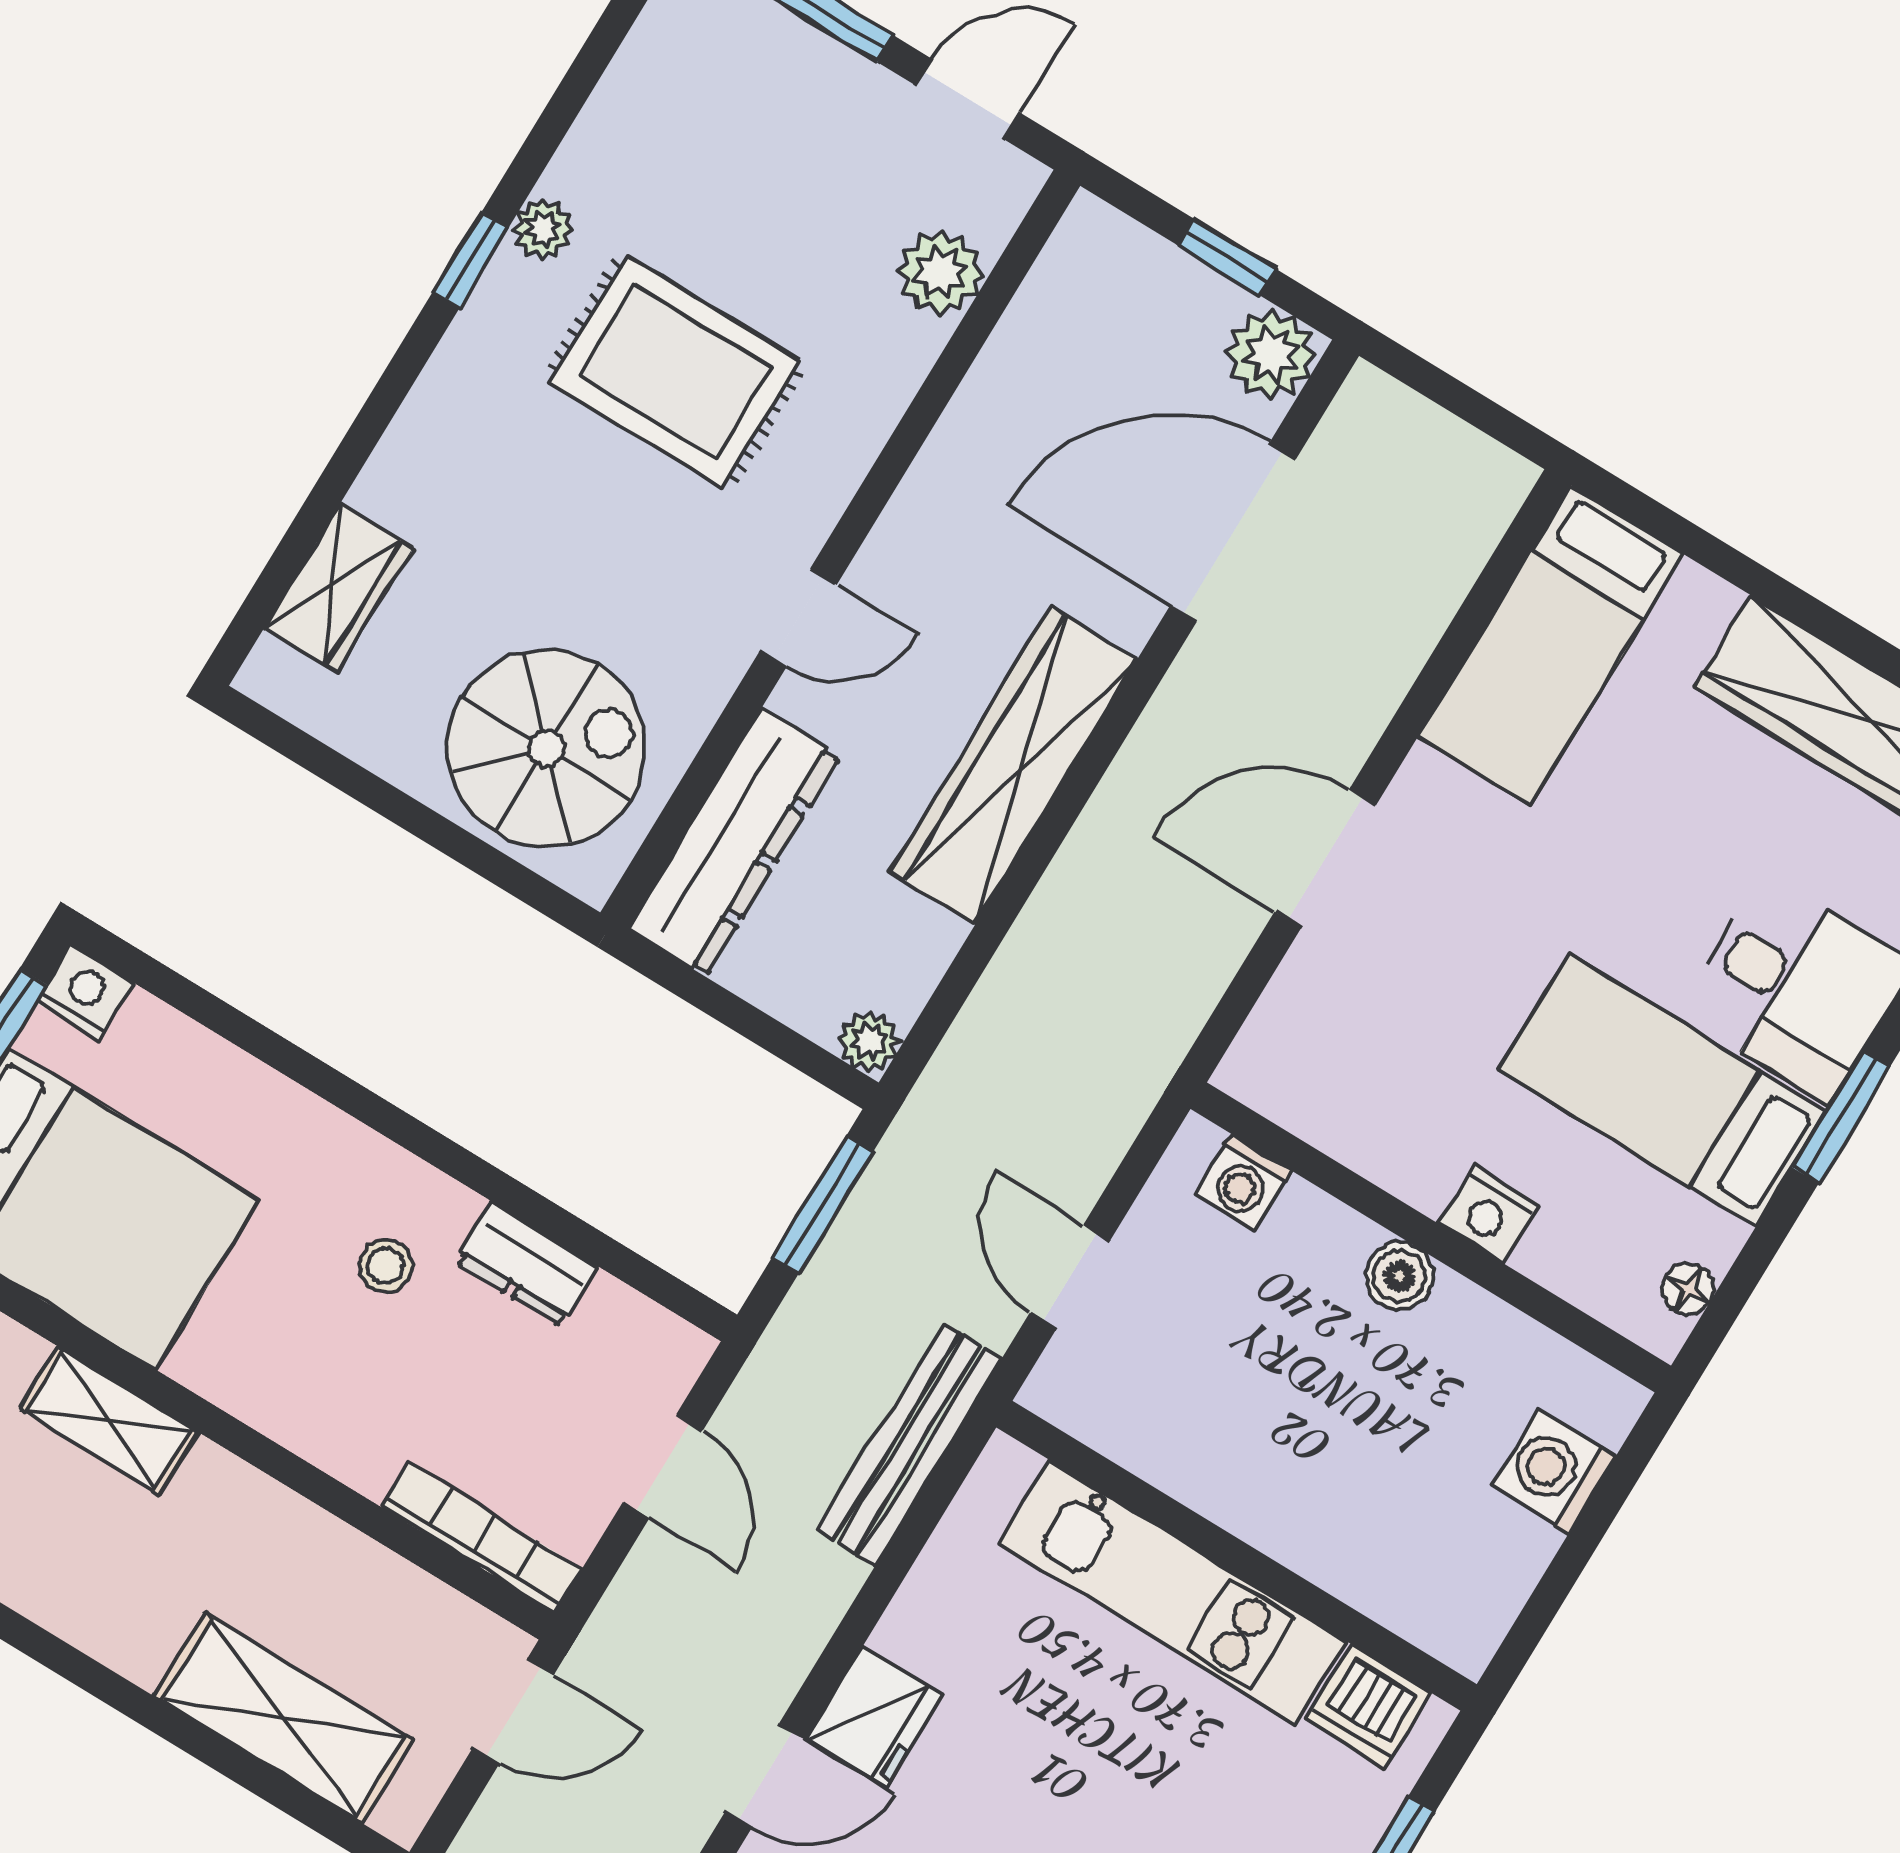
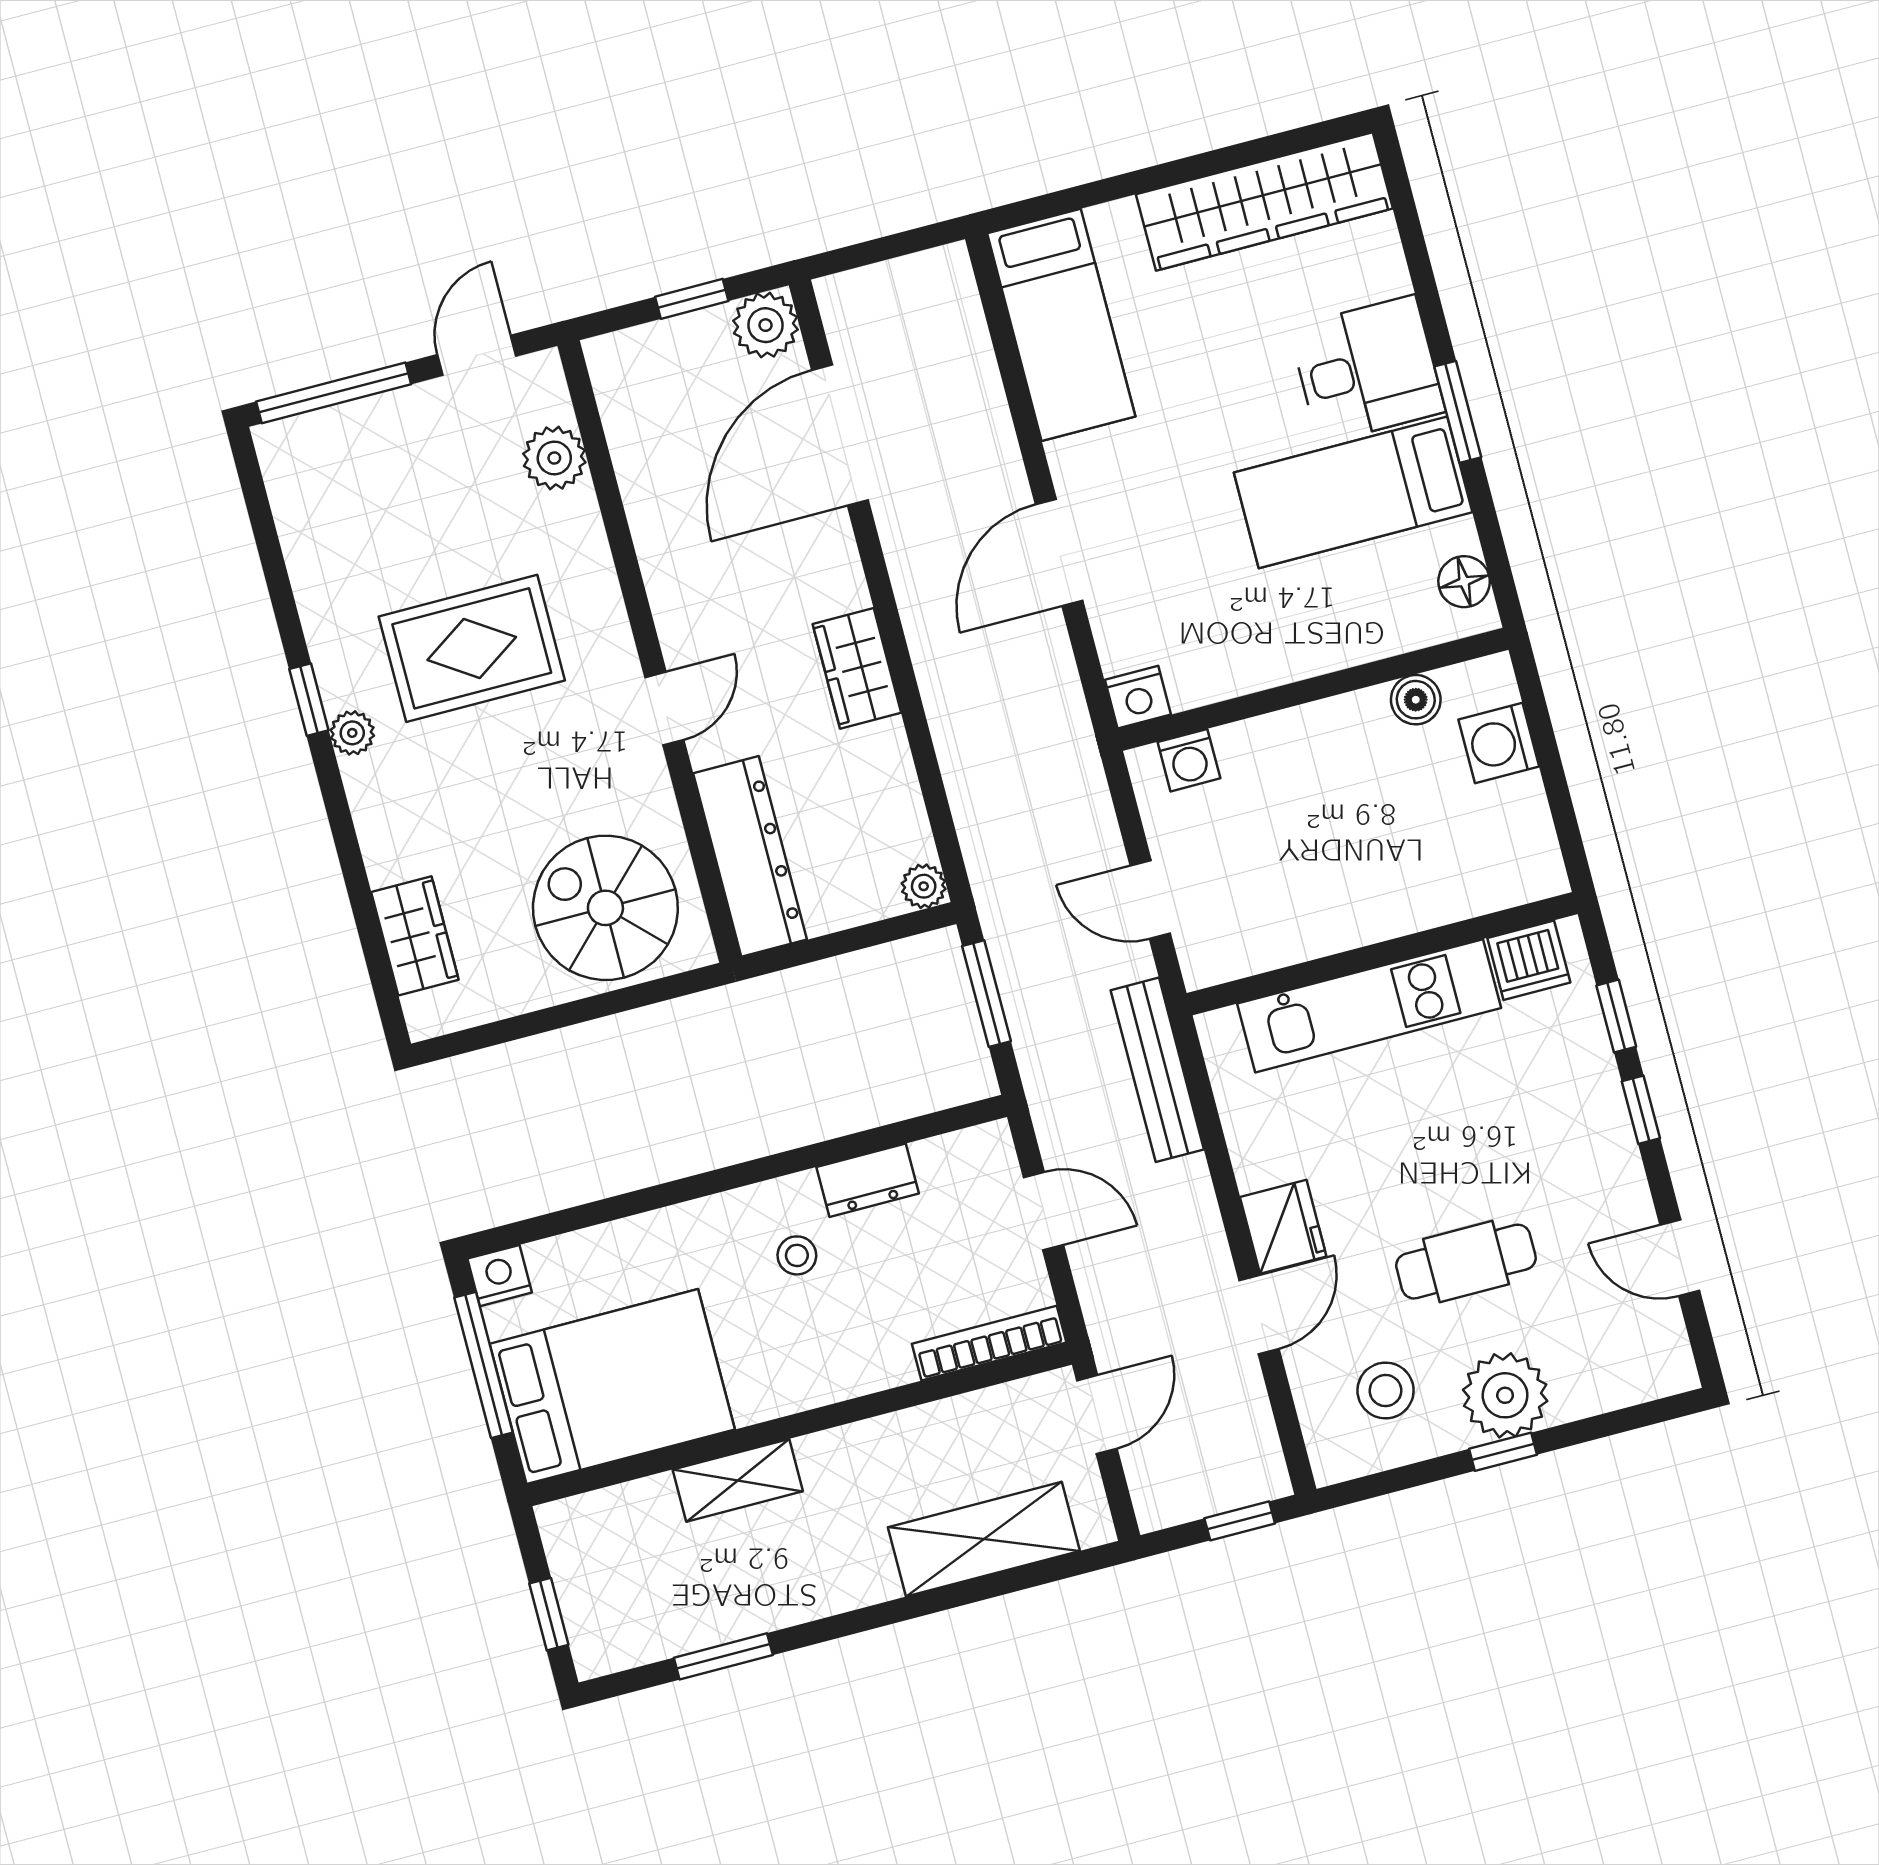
plant: (543, 230) -> (352, 733), moved
spiral stairs: (546, 749) -> (605, 908), turned -90
wardrobe: (1014, 765) -> (857, 668), width x0.48, depth x0.85
nightstand: (1488, 1214) -> (1138, 697), moved
boiler: (1400, 1276) -> (1416, 700), moved
floor lamp: (1688, 1289) -> (1464, 582), width x1.37, depth x1.37

